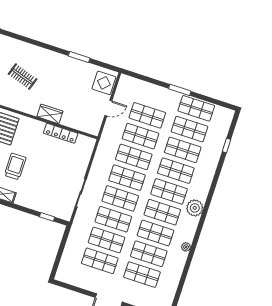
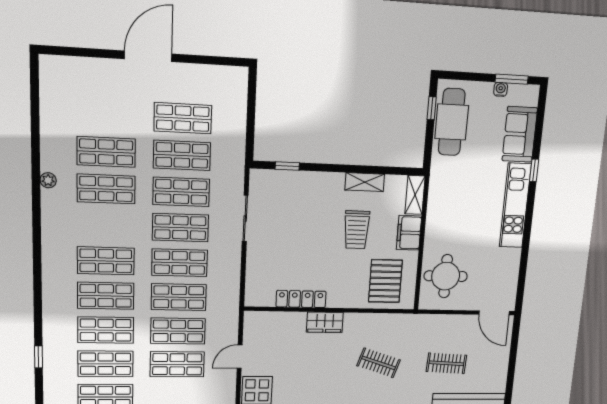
plant: (195, 208) -> (56, 247), removed
shop shelf: (162, 212) -> (106, 225), removed
shop shelf: (142, 275) -> (106, 114), removed

